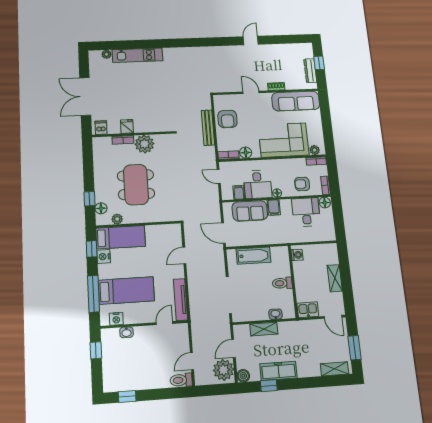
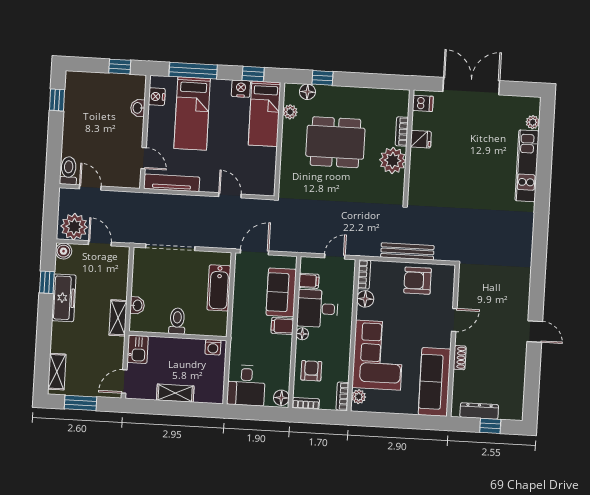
desk: (306, 212) -> (246, 385), moved, turned 90
shelving: (264, 329) -> (118, 318), moved

